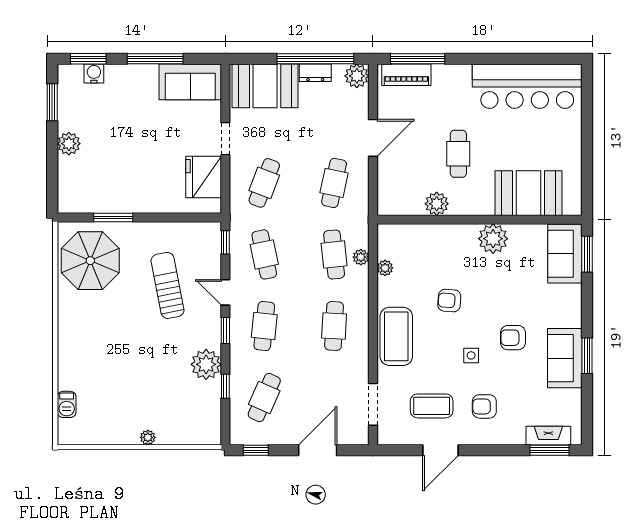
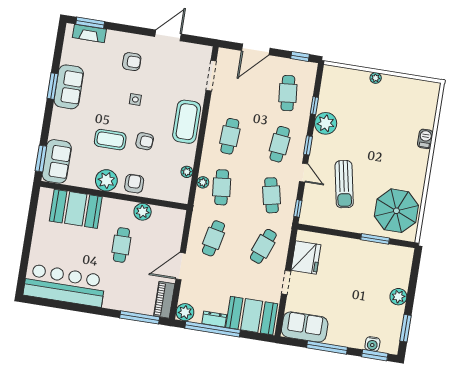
piano: (406, 75) -> (164, 300), moved, turned -90
armchair: (513, 338) -> (134, 184), moved, turned -90
cafe table: (264, 398) -> (288, 93), turned -30
barbecue: (67, 404) -> (425, 139), moved
coffee table: (432, 406) -> (110, 140), moved

